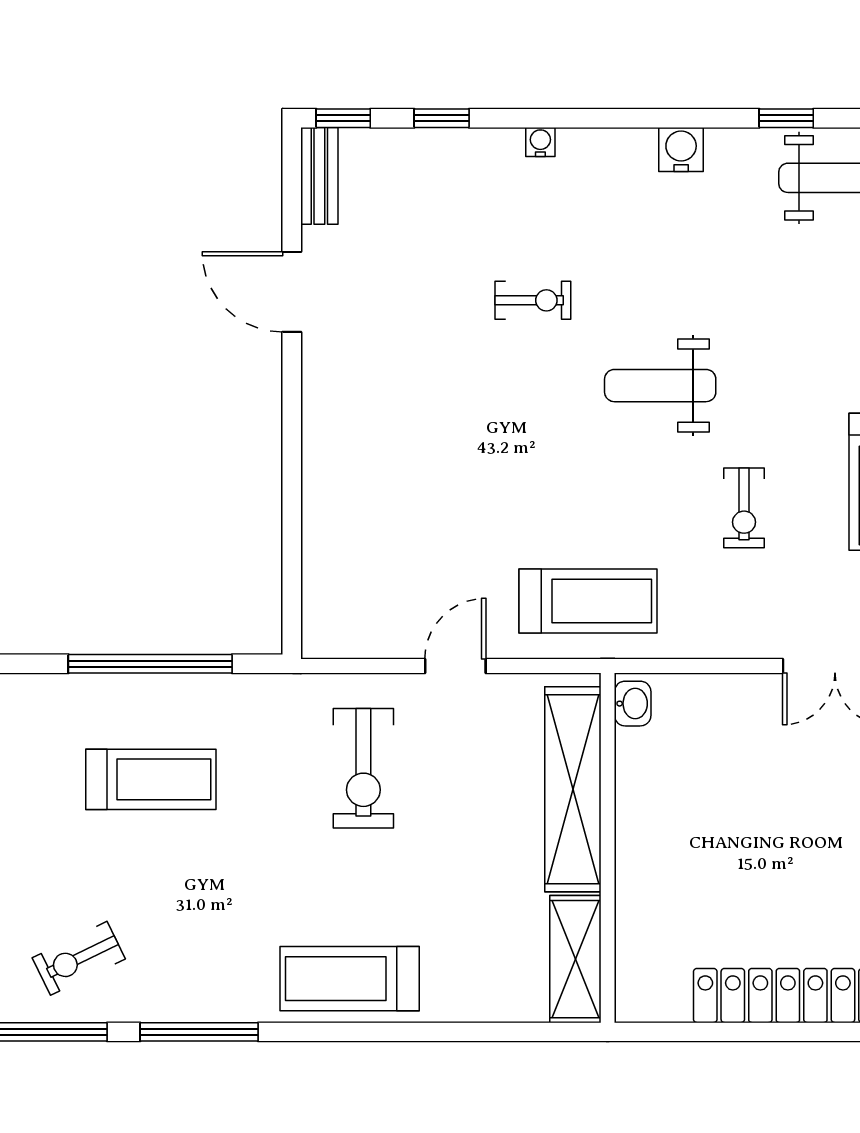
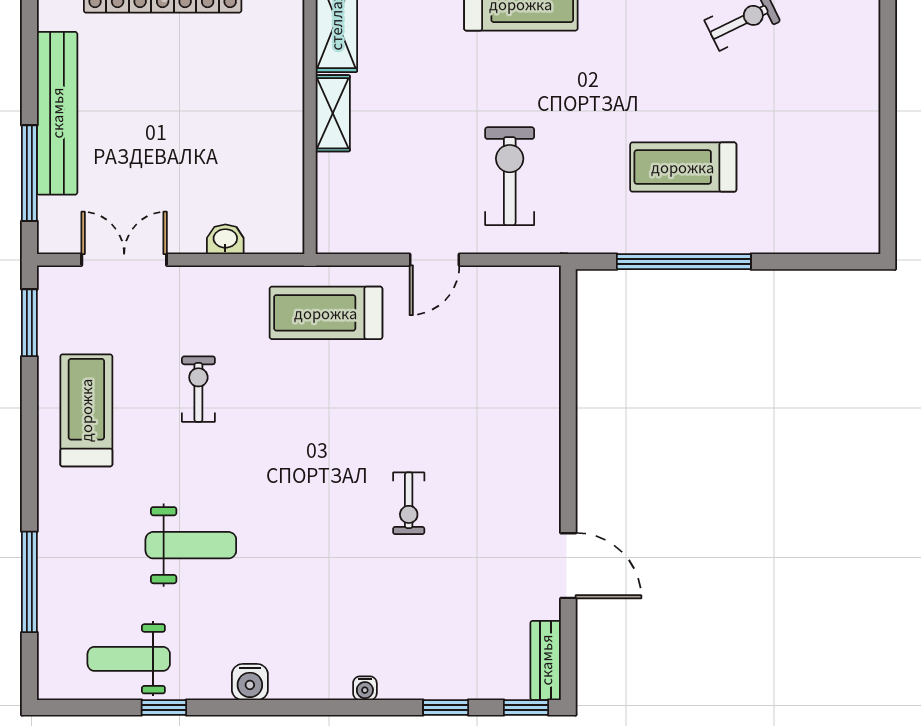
exercise bike: (533, 300) -> (409, 503), moved, turned -90
weight bench: (660, 386) -> (191, 545), moved
washbasin: (633, 704) -> (225, 239), moved, turned 90
shelving: (573, 789) -> (333, 113), width x0.45, depth x0.75

